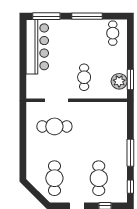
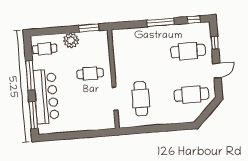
bar counter: (37, 47) -> (46, 96), moved, turned 90
plant: (119, 81) -> (71, 40), moved

